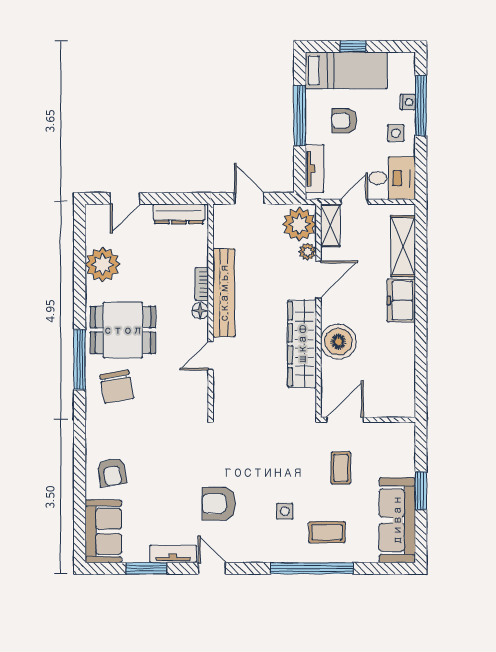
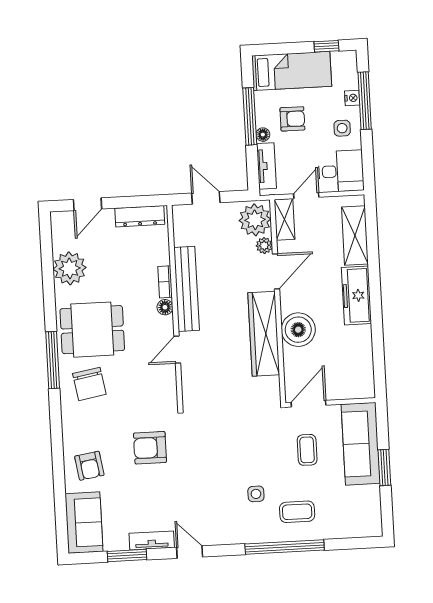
window: (353, 46) -> (326, 46), moved
armchair: (344, 121) -> (292, 119), turned 180
floor lamp: (312, 135) -> (263, 135), added
freezer: (401, 300) -> (356, 295), width x1.40
armchair: (219, 504) -> (150, 448), moved
sofa: (397, 520) -> (361, 444), moved

